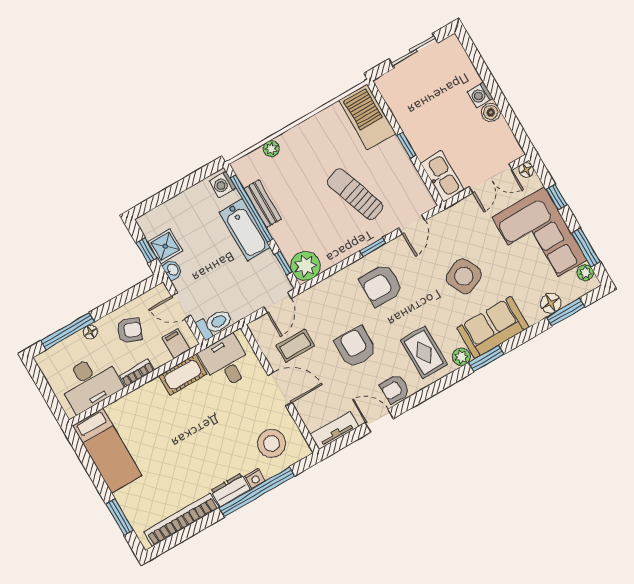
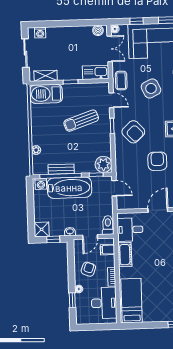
washing machine: (480, 95) -> (40, 33), moved
shelving: (395, 101) -> (46, 76), added
boiler: (491, 112) -> (98, 30), moved
bathtub: (245, 230) -> (69, 188), width x1.36, depth x1.36
shower: (165, 246) -> (42, 229), moved
armchair: (381, 285) -> (133, 132), turned -43
window: (68, 331) -> (72, 300), width x0.46
coffee table: (295, 346) -> (121, 81), moved
armchair: (356, 347) -> (157, 161), turned 90
bed: (107, 451) -> (132, 301), moved, turned -90

